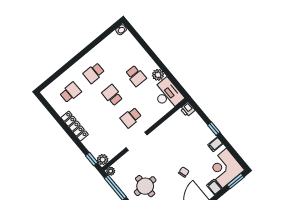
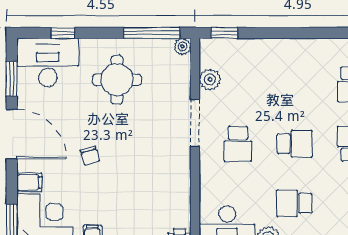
school desk: (131, 118) -> (238, 144), turned 180
locker: (75, 126) -> (295, 48), removed
plant: (103, 160) -> (210, 79), moved

